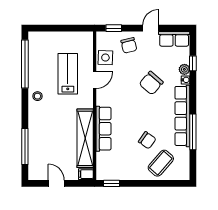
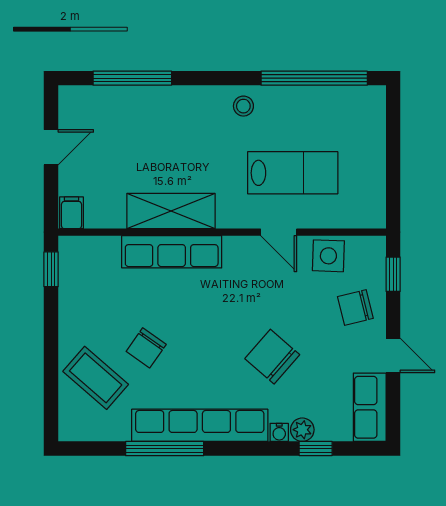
shelving: (85, 138) -> (171, 211), width x0.68

